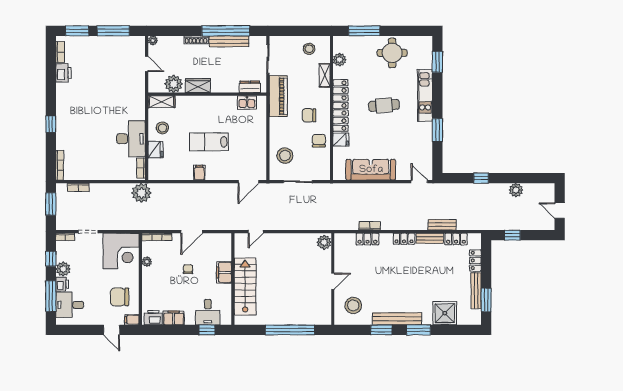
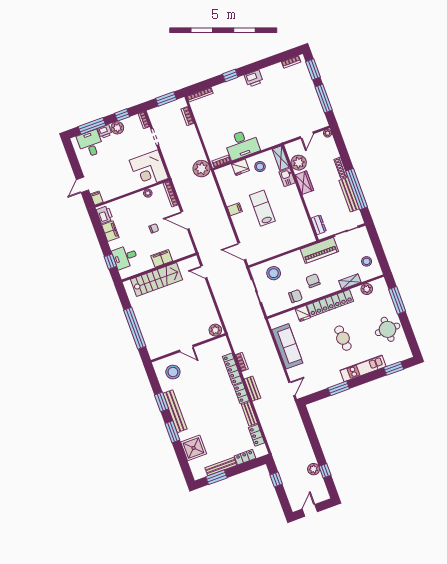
printer: (63, 73) -> (254, 79), moved
kitchen sink: (247, 103) -> (287, 177), moved
window: (481, 178) -> (325, 471), moved
bench: (442, 225) -> (252, 389), moved
locker: (367, 239) -> (232, 369), width x1.53
chair: (120, 297) -> (111, 181), removed

